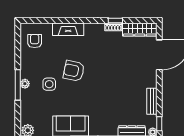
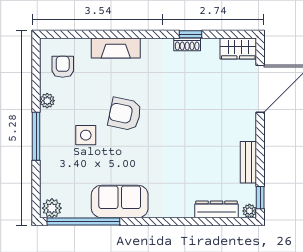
wardrobe: (140, 29) -> (238, 49), width x0.67
plant: (25, 84) -> (47, 101), moved

